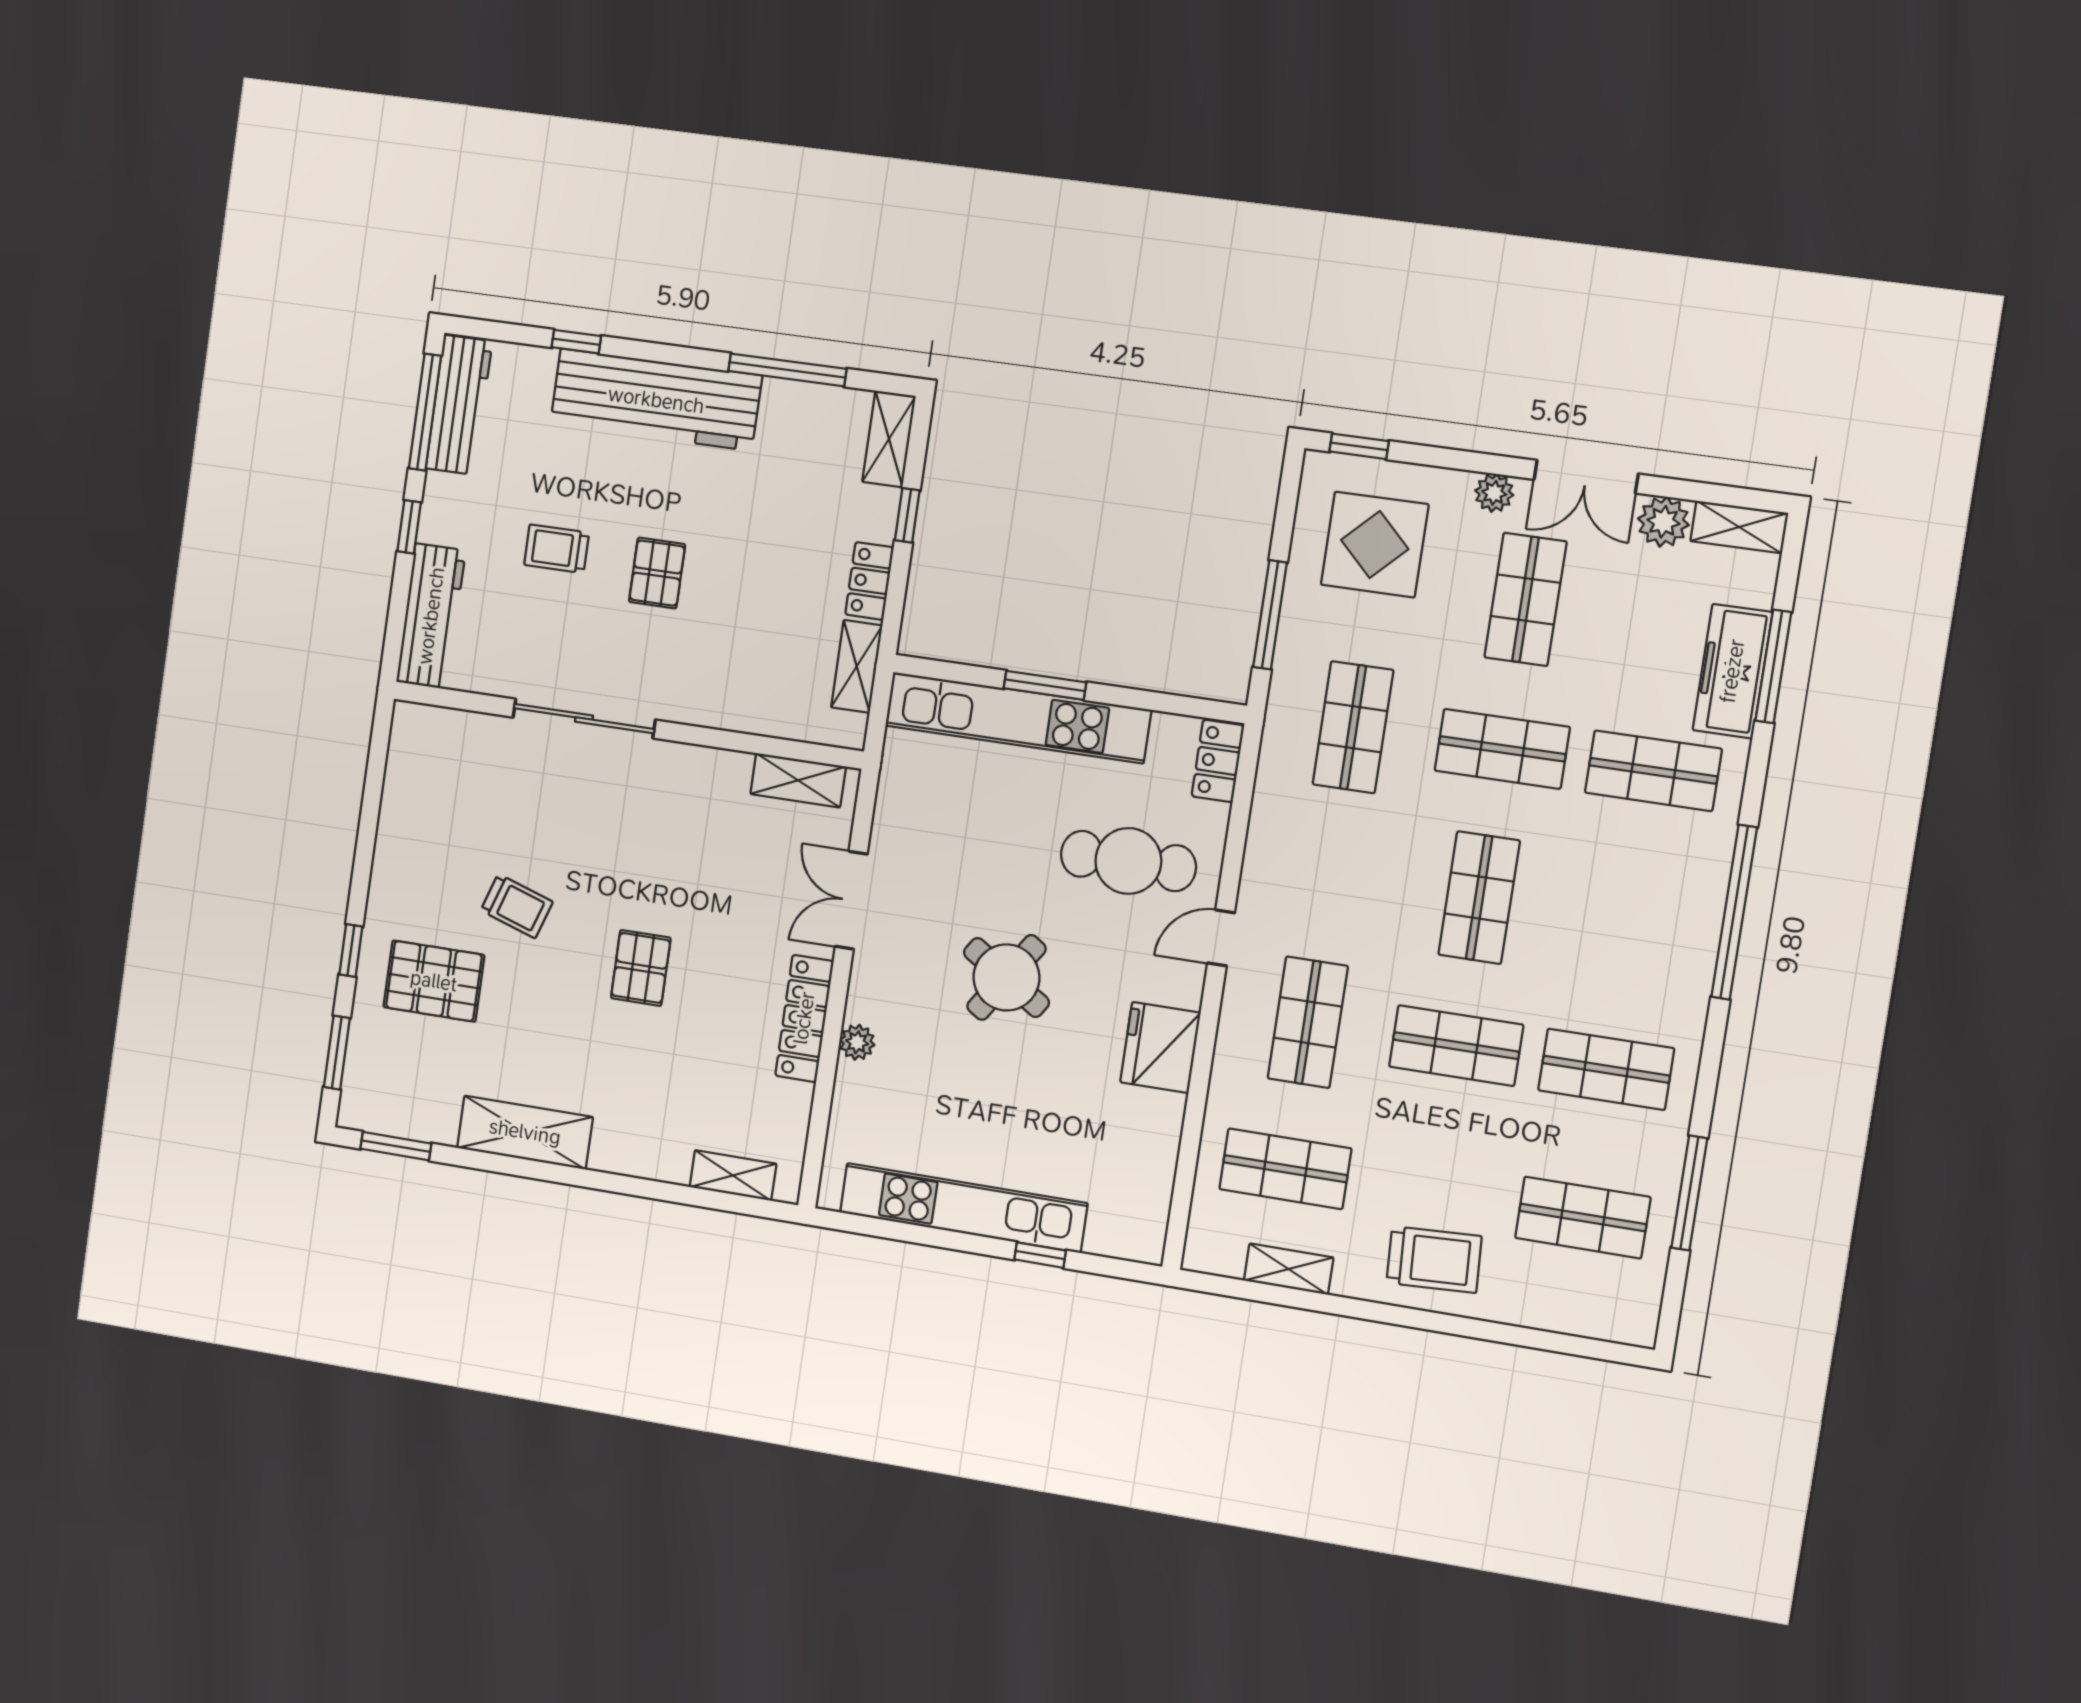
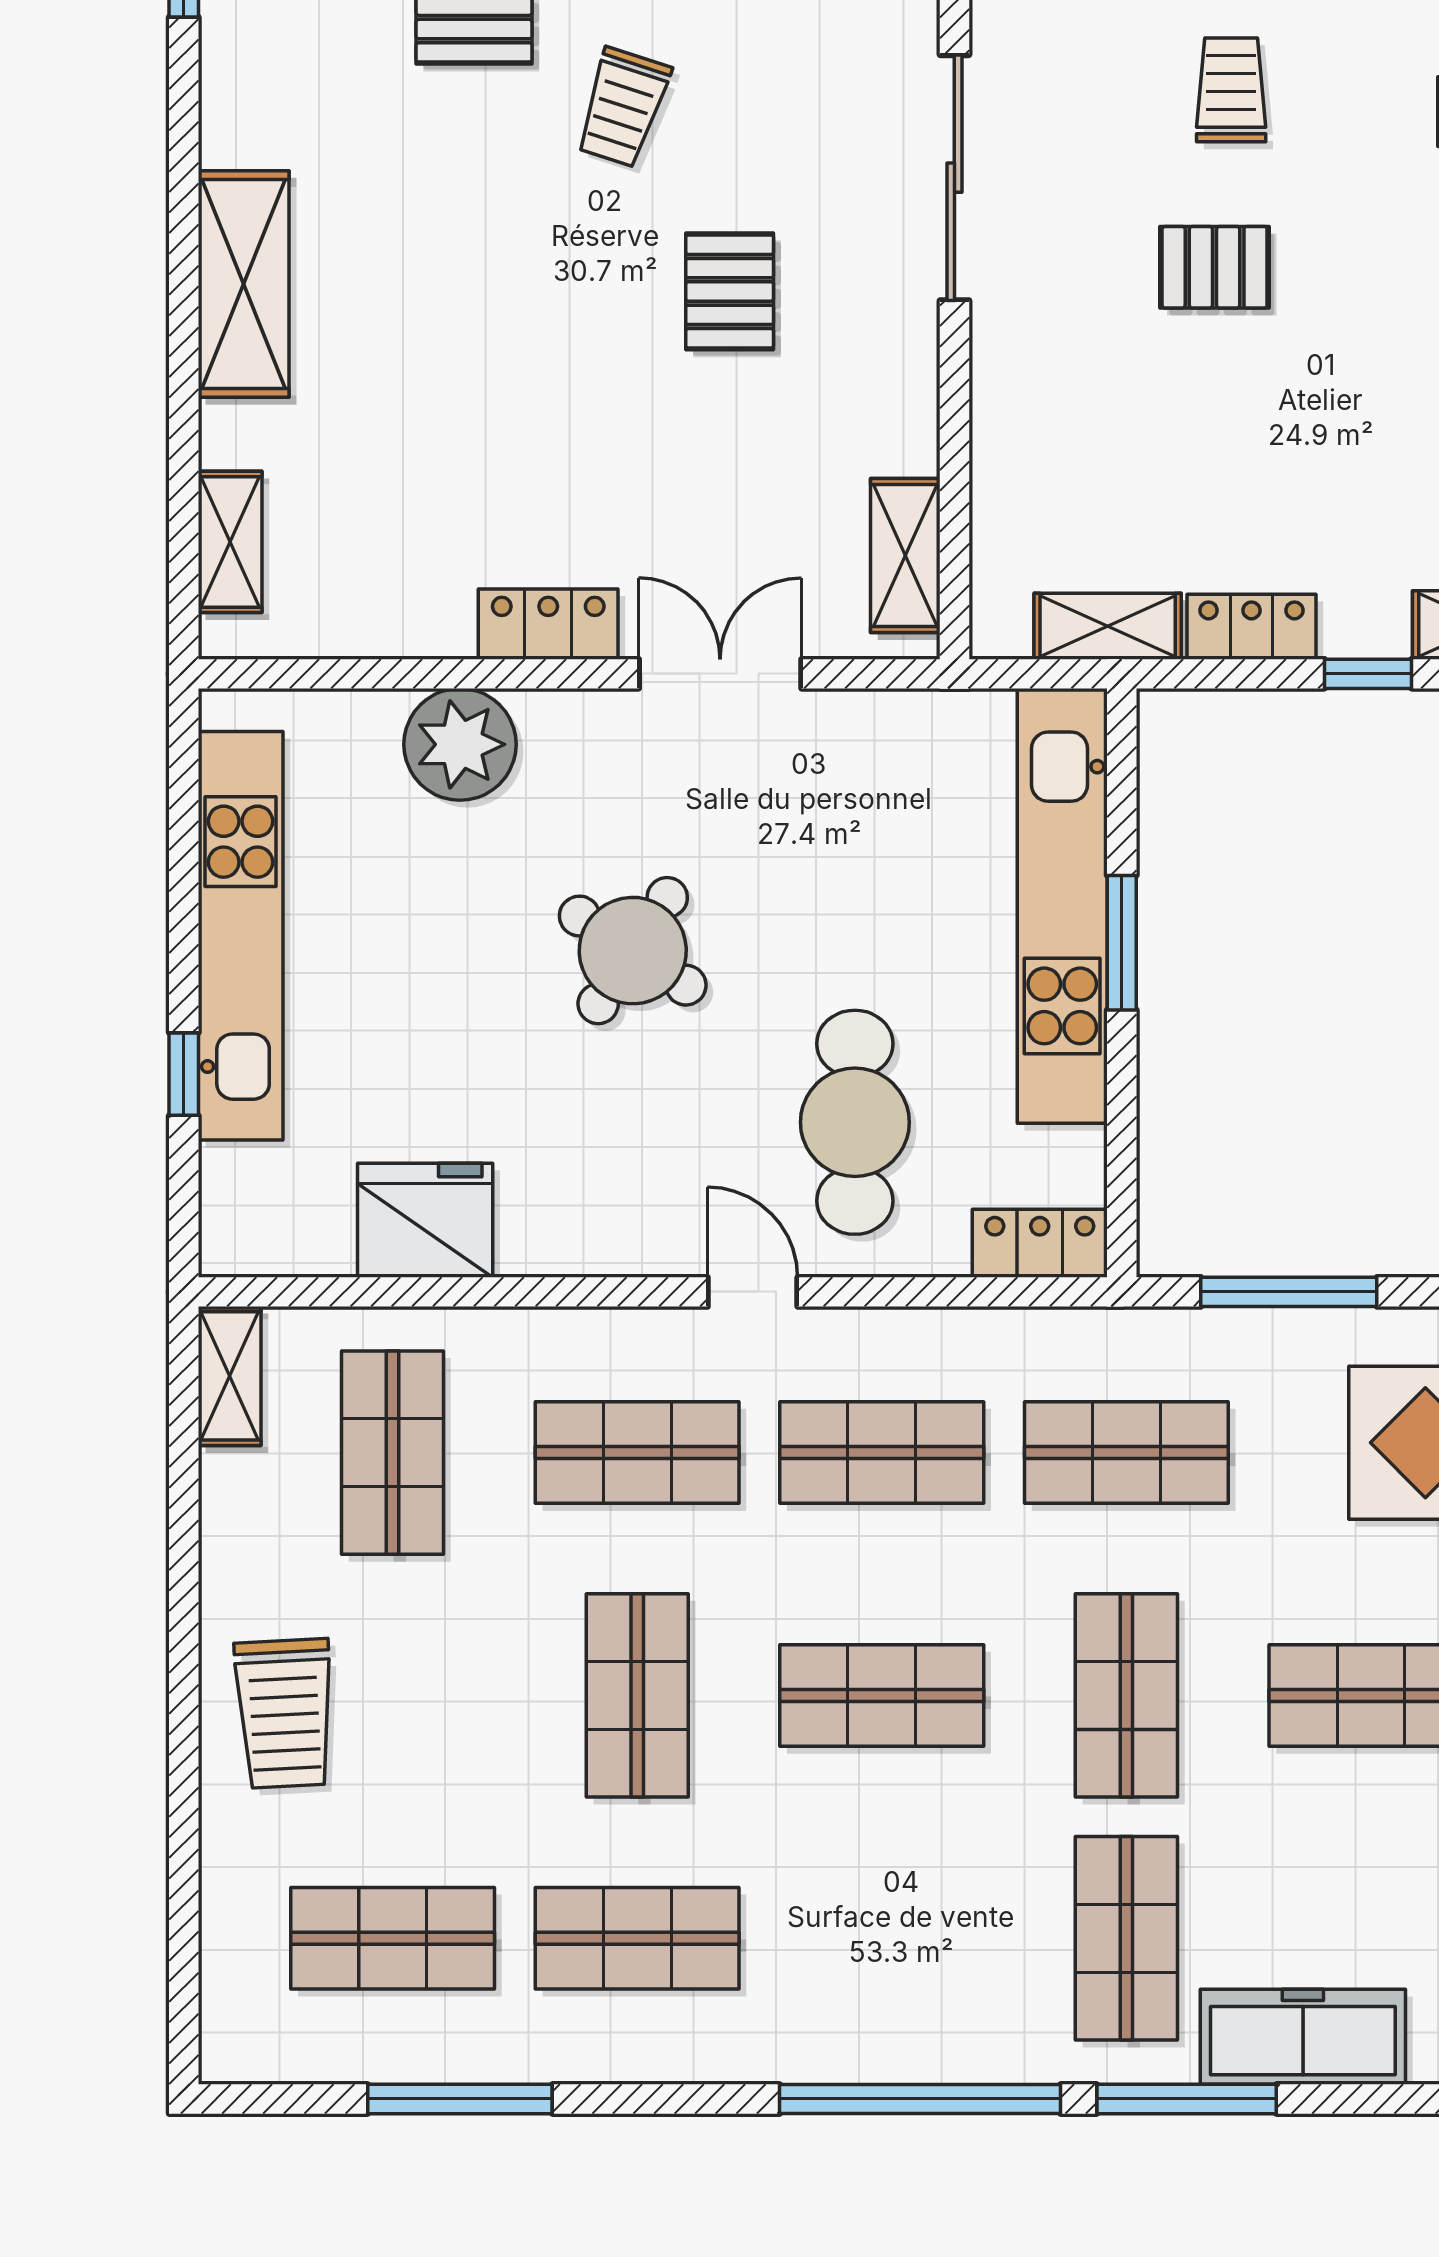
window: (1773, 666) -> (1187, 2099), moved
shop shelf: (1330, 875) -> (882, 1453), added
pallet: (641, 968) -> (730, 291), moved, turned 90
locker: (804, 1018) -> (548, 624), width x0.66
plant: (857, 1042) -> (460, 744), width x1.88, depth x1.88
fridge: (1160, 1048) -> (425, 1220), moved
shop shelf: (1606, 1069) -> (637, 1938), turned 90
shelving: (525, 1132) -> (244, 284), moved
shop shelf: (1583, 1217) -> (393, 1938), turned 90
shelving: (1289, 1269) -> (230, 1376), moved

